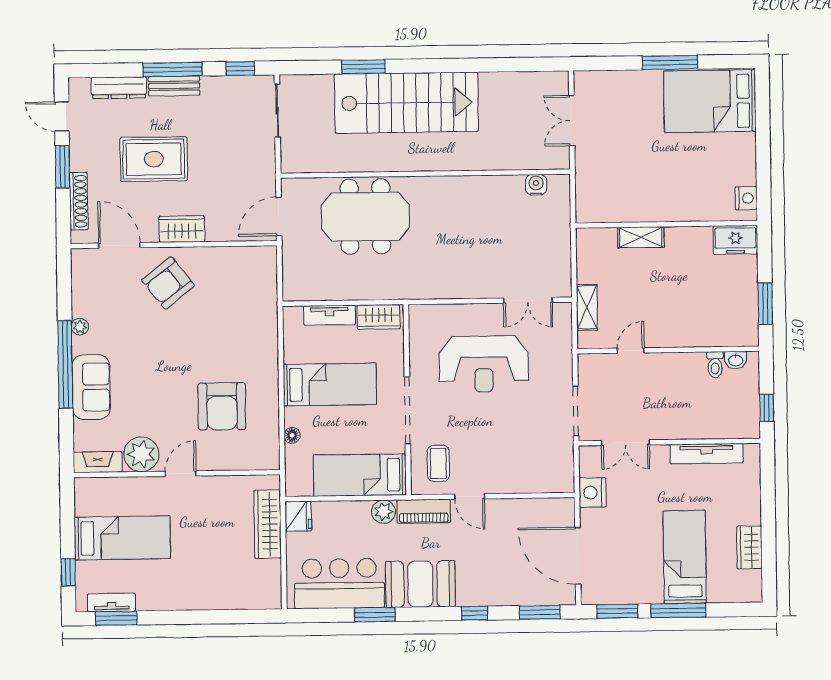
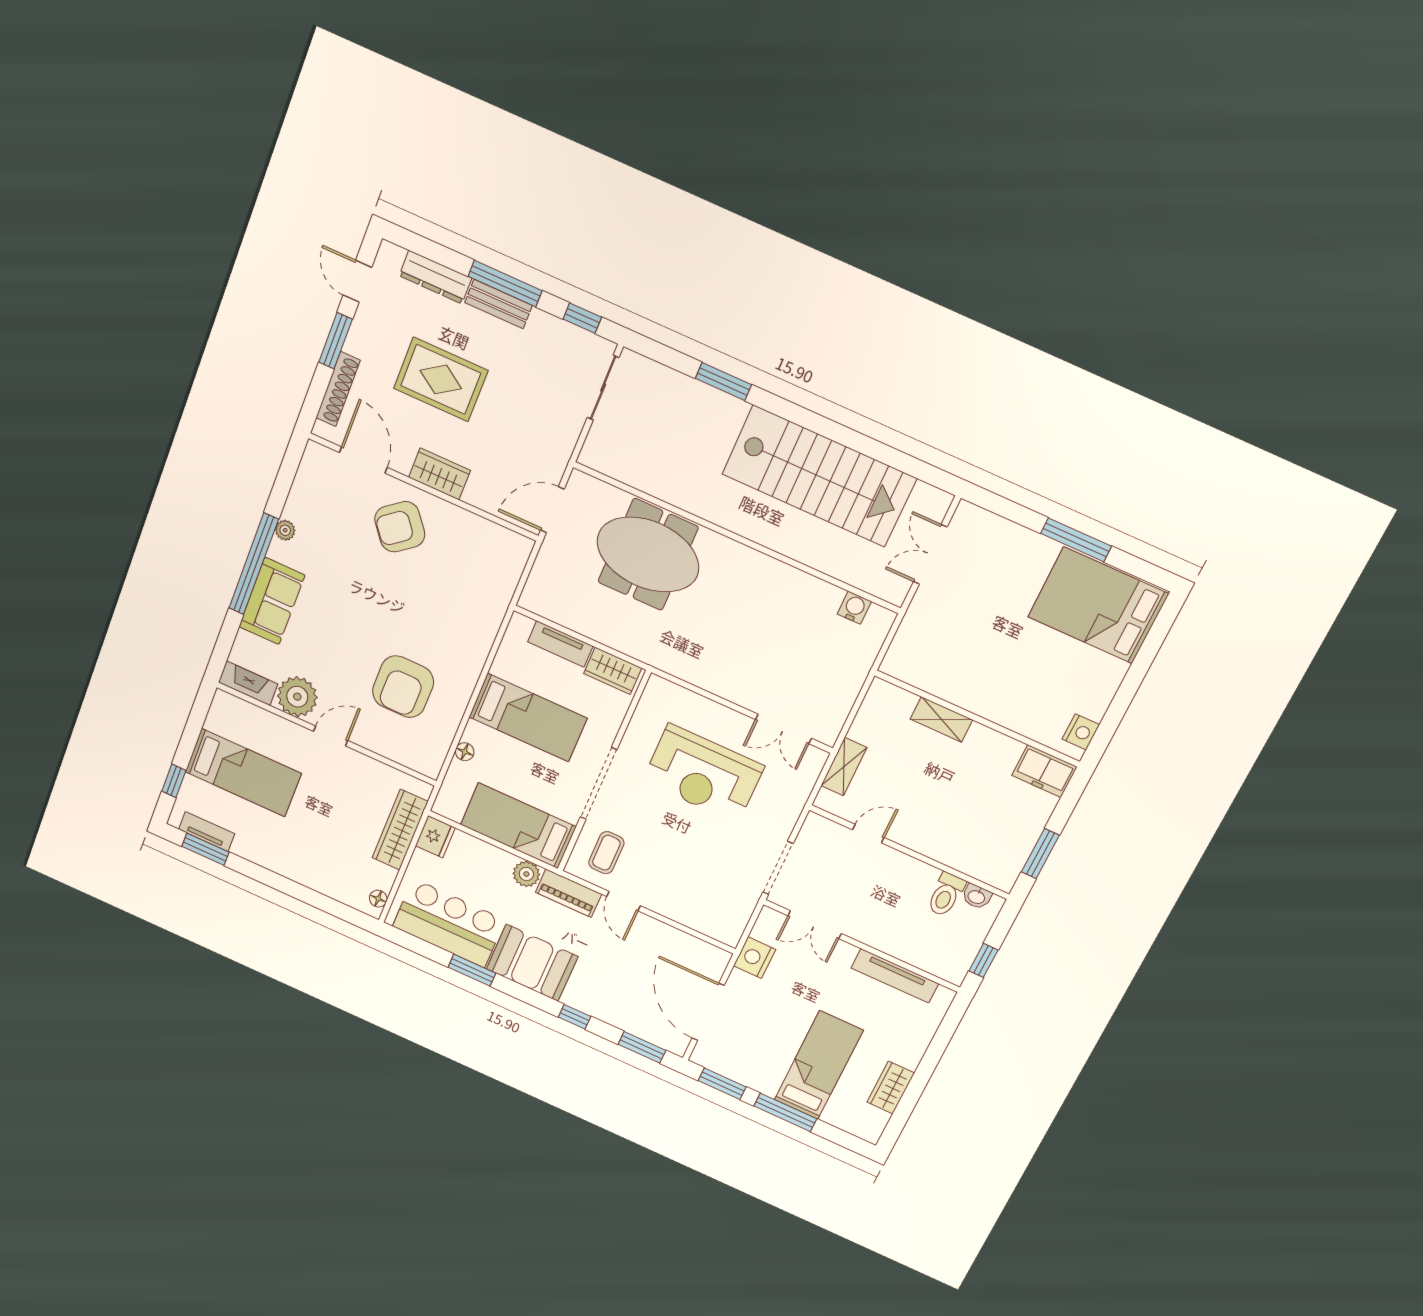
stairs: (406, 103) -> (819, 476), moved
toilet: (715, 365) -> (946, 895), width x1.37, depth x1.39
floor lamp: (274, 591) -> (378, 899), added

